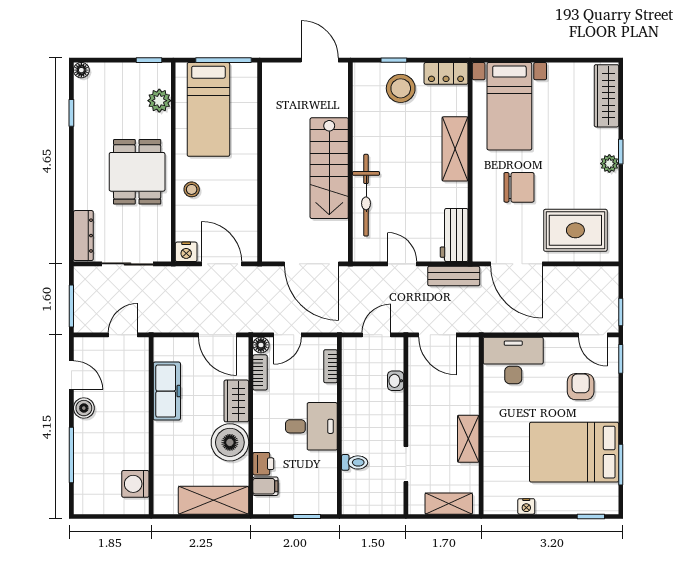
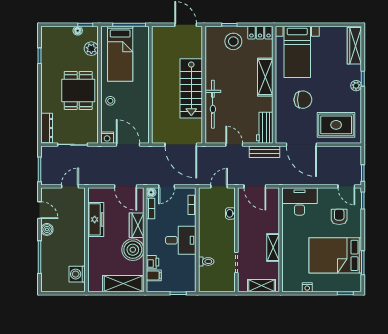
floor lamp: (81, 70) -> (78, 31), moved

